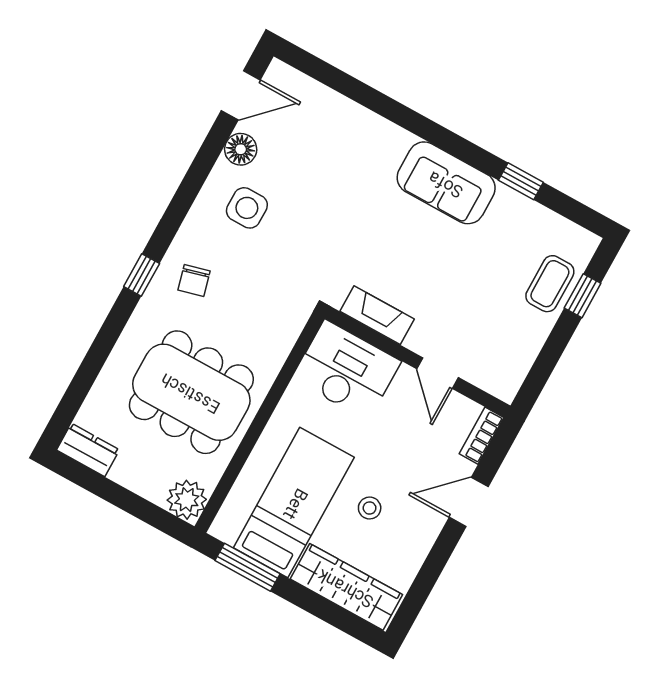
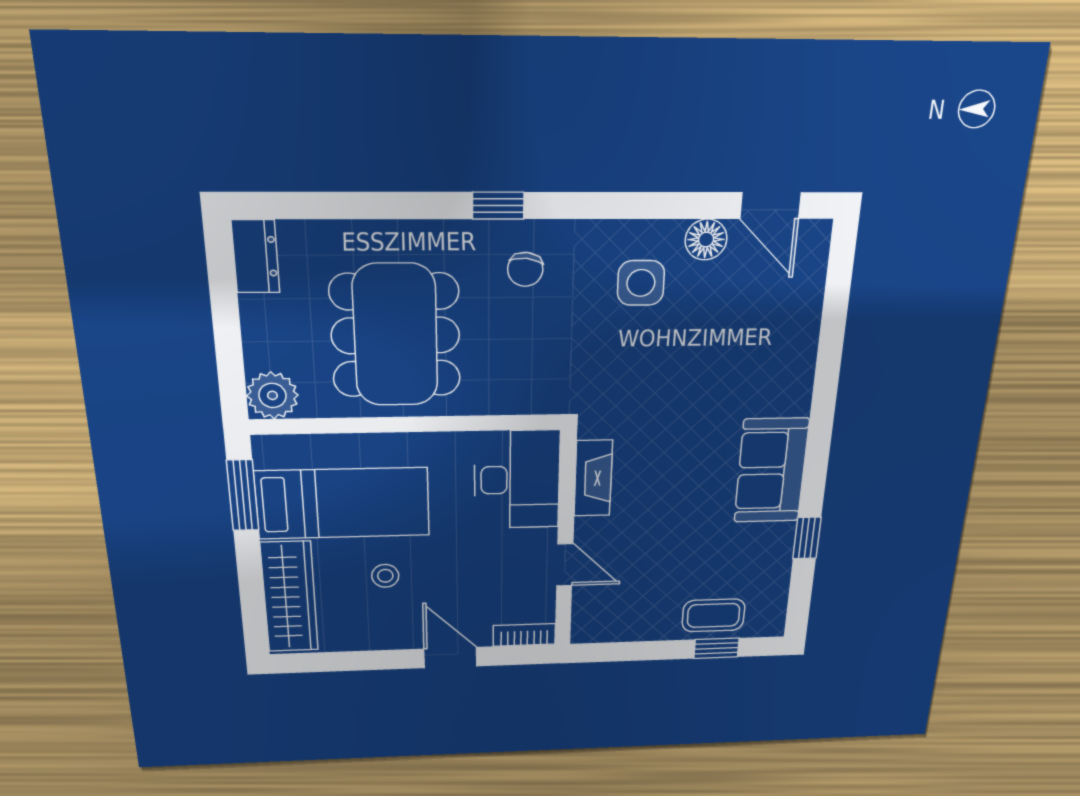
chair: (194, 280) -> (525, 269), turned -68
door: (438, 373) -> (565, 565), swing flipped

